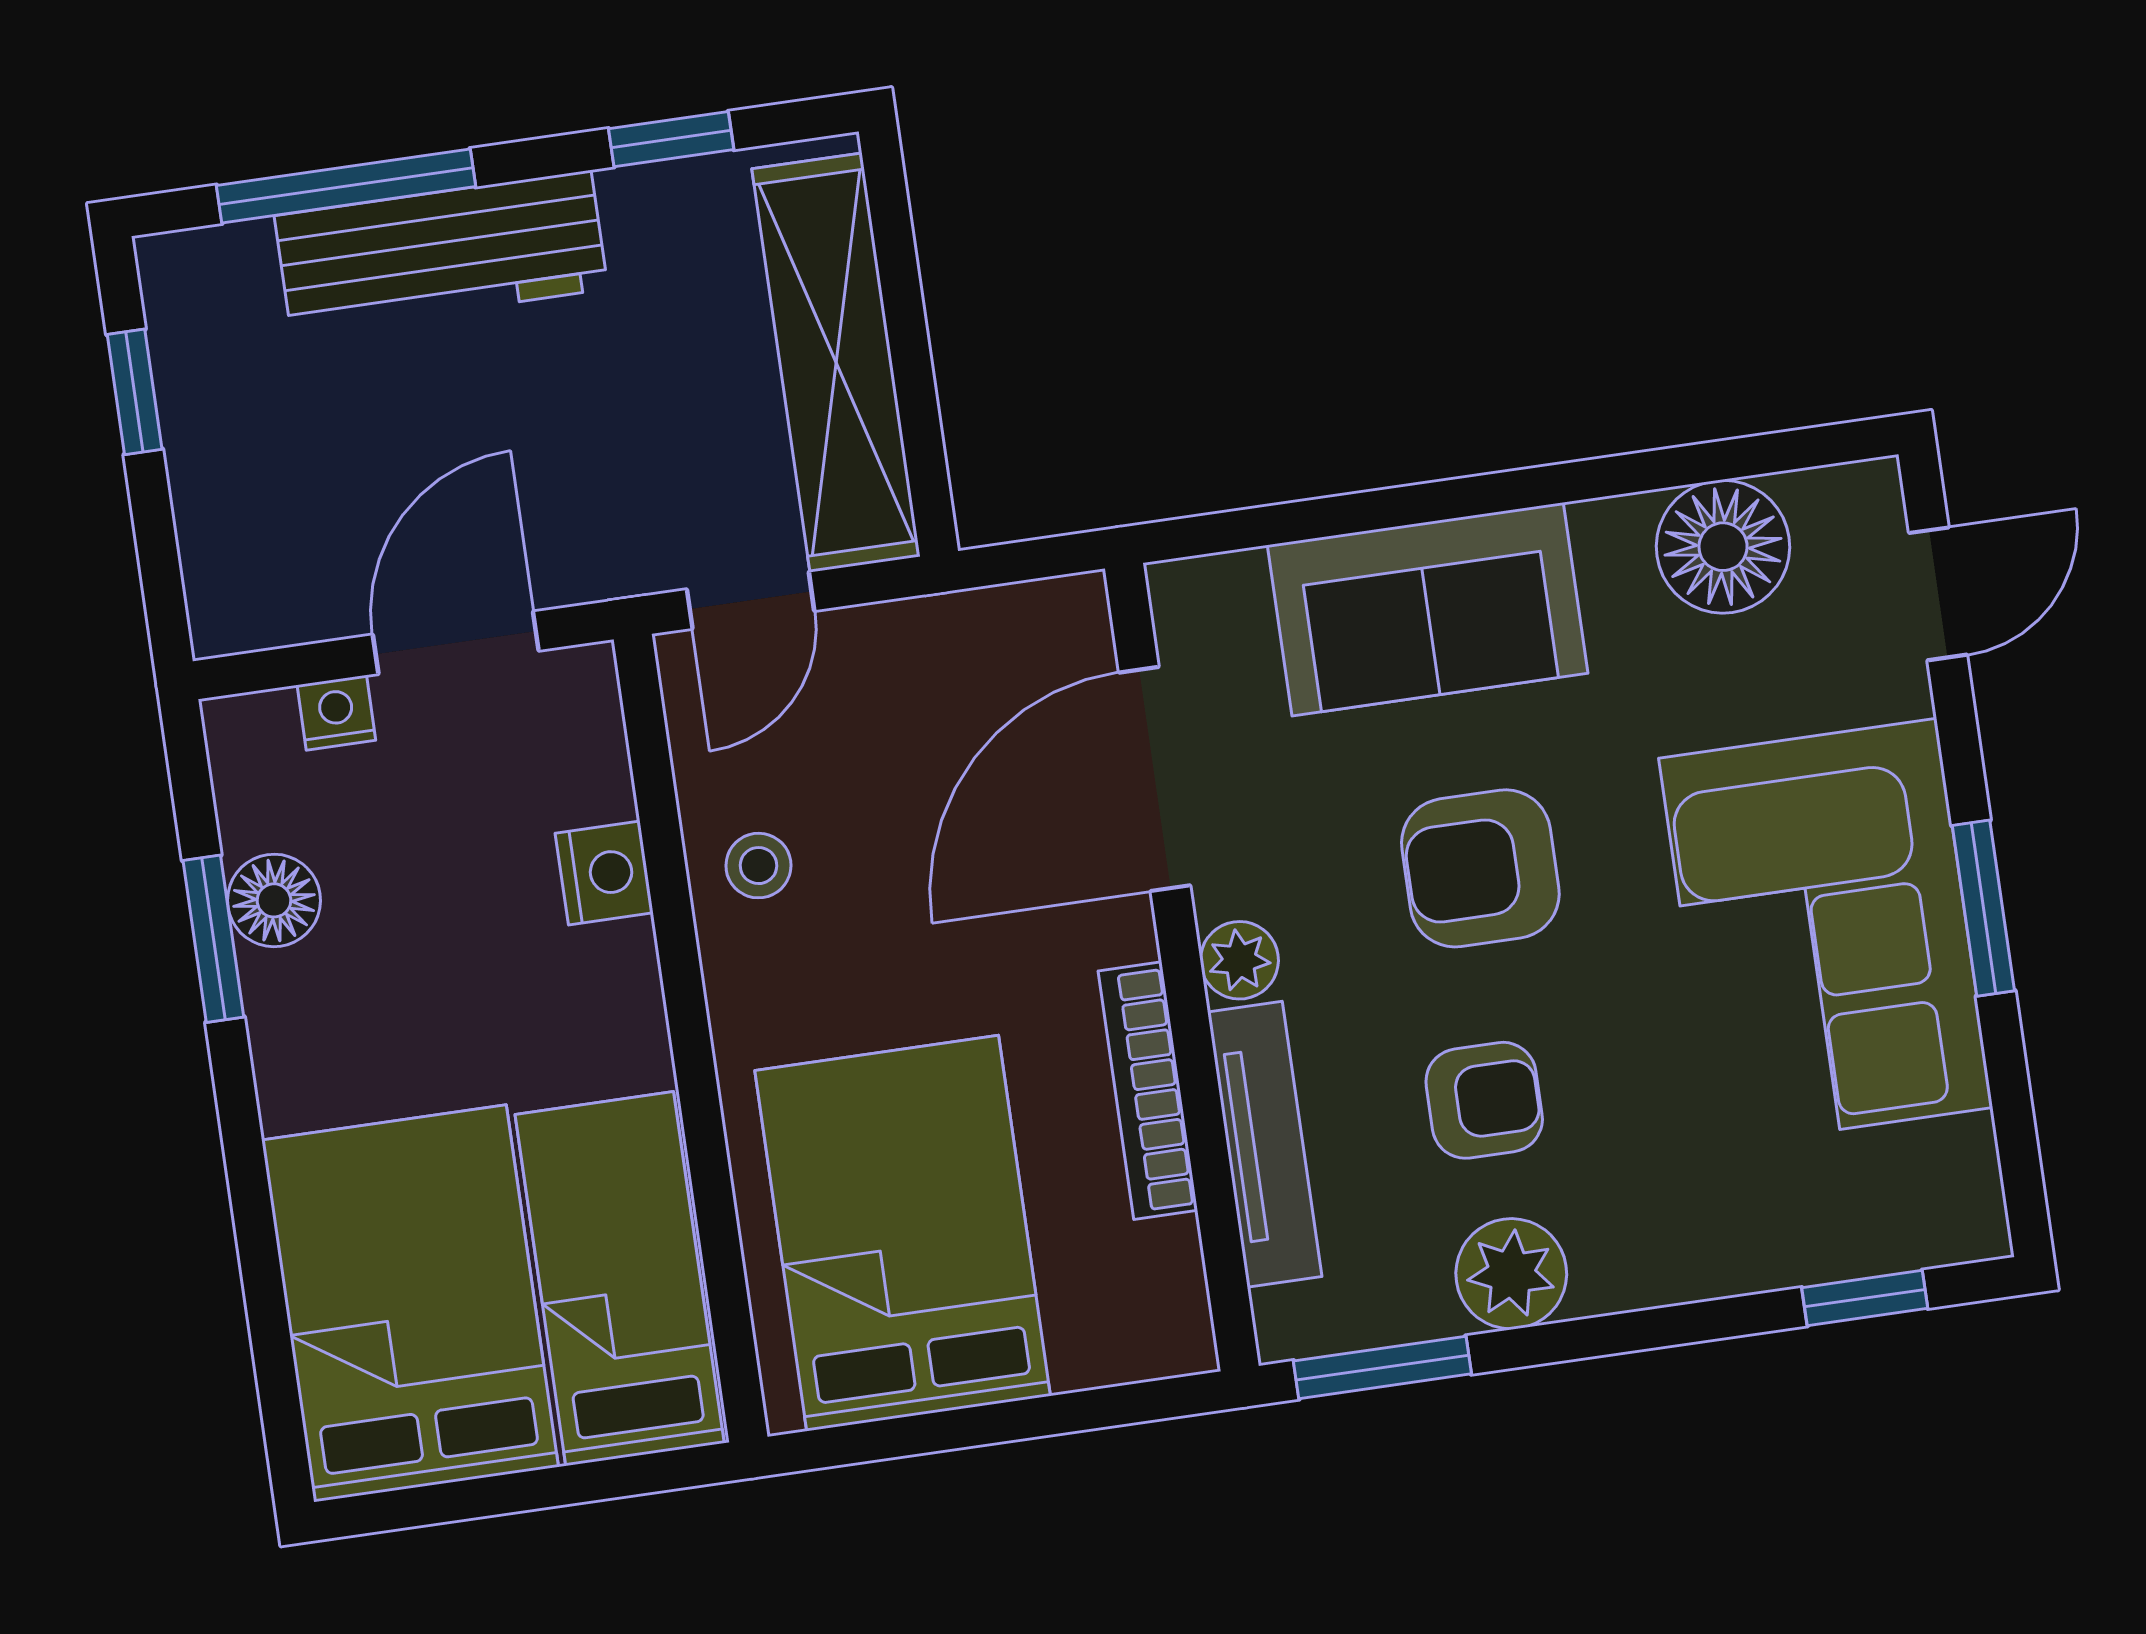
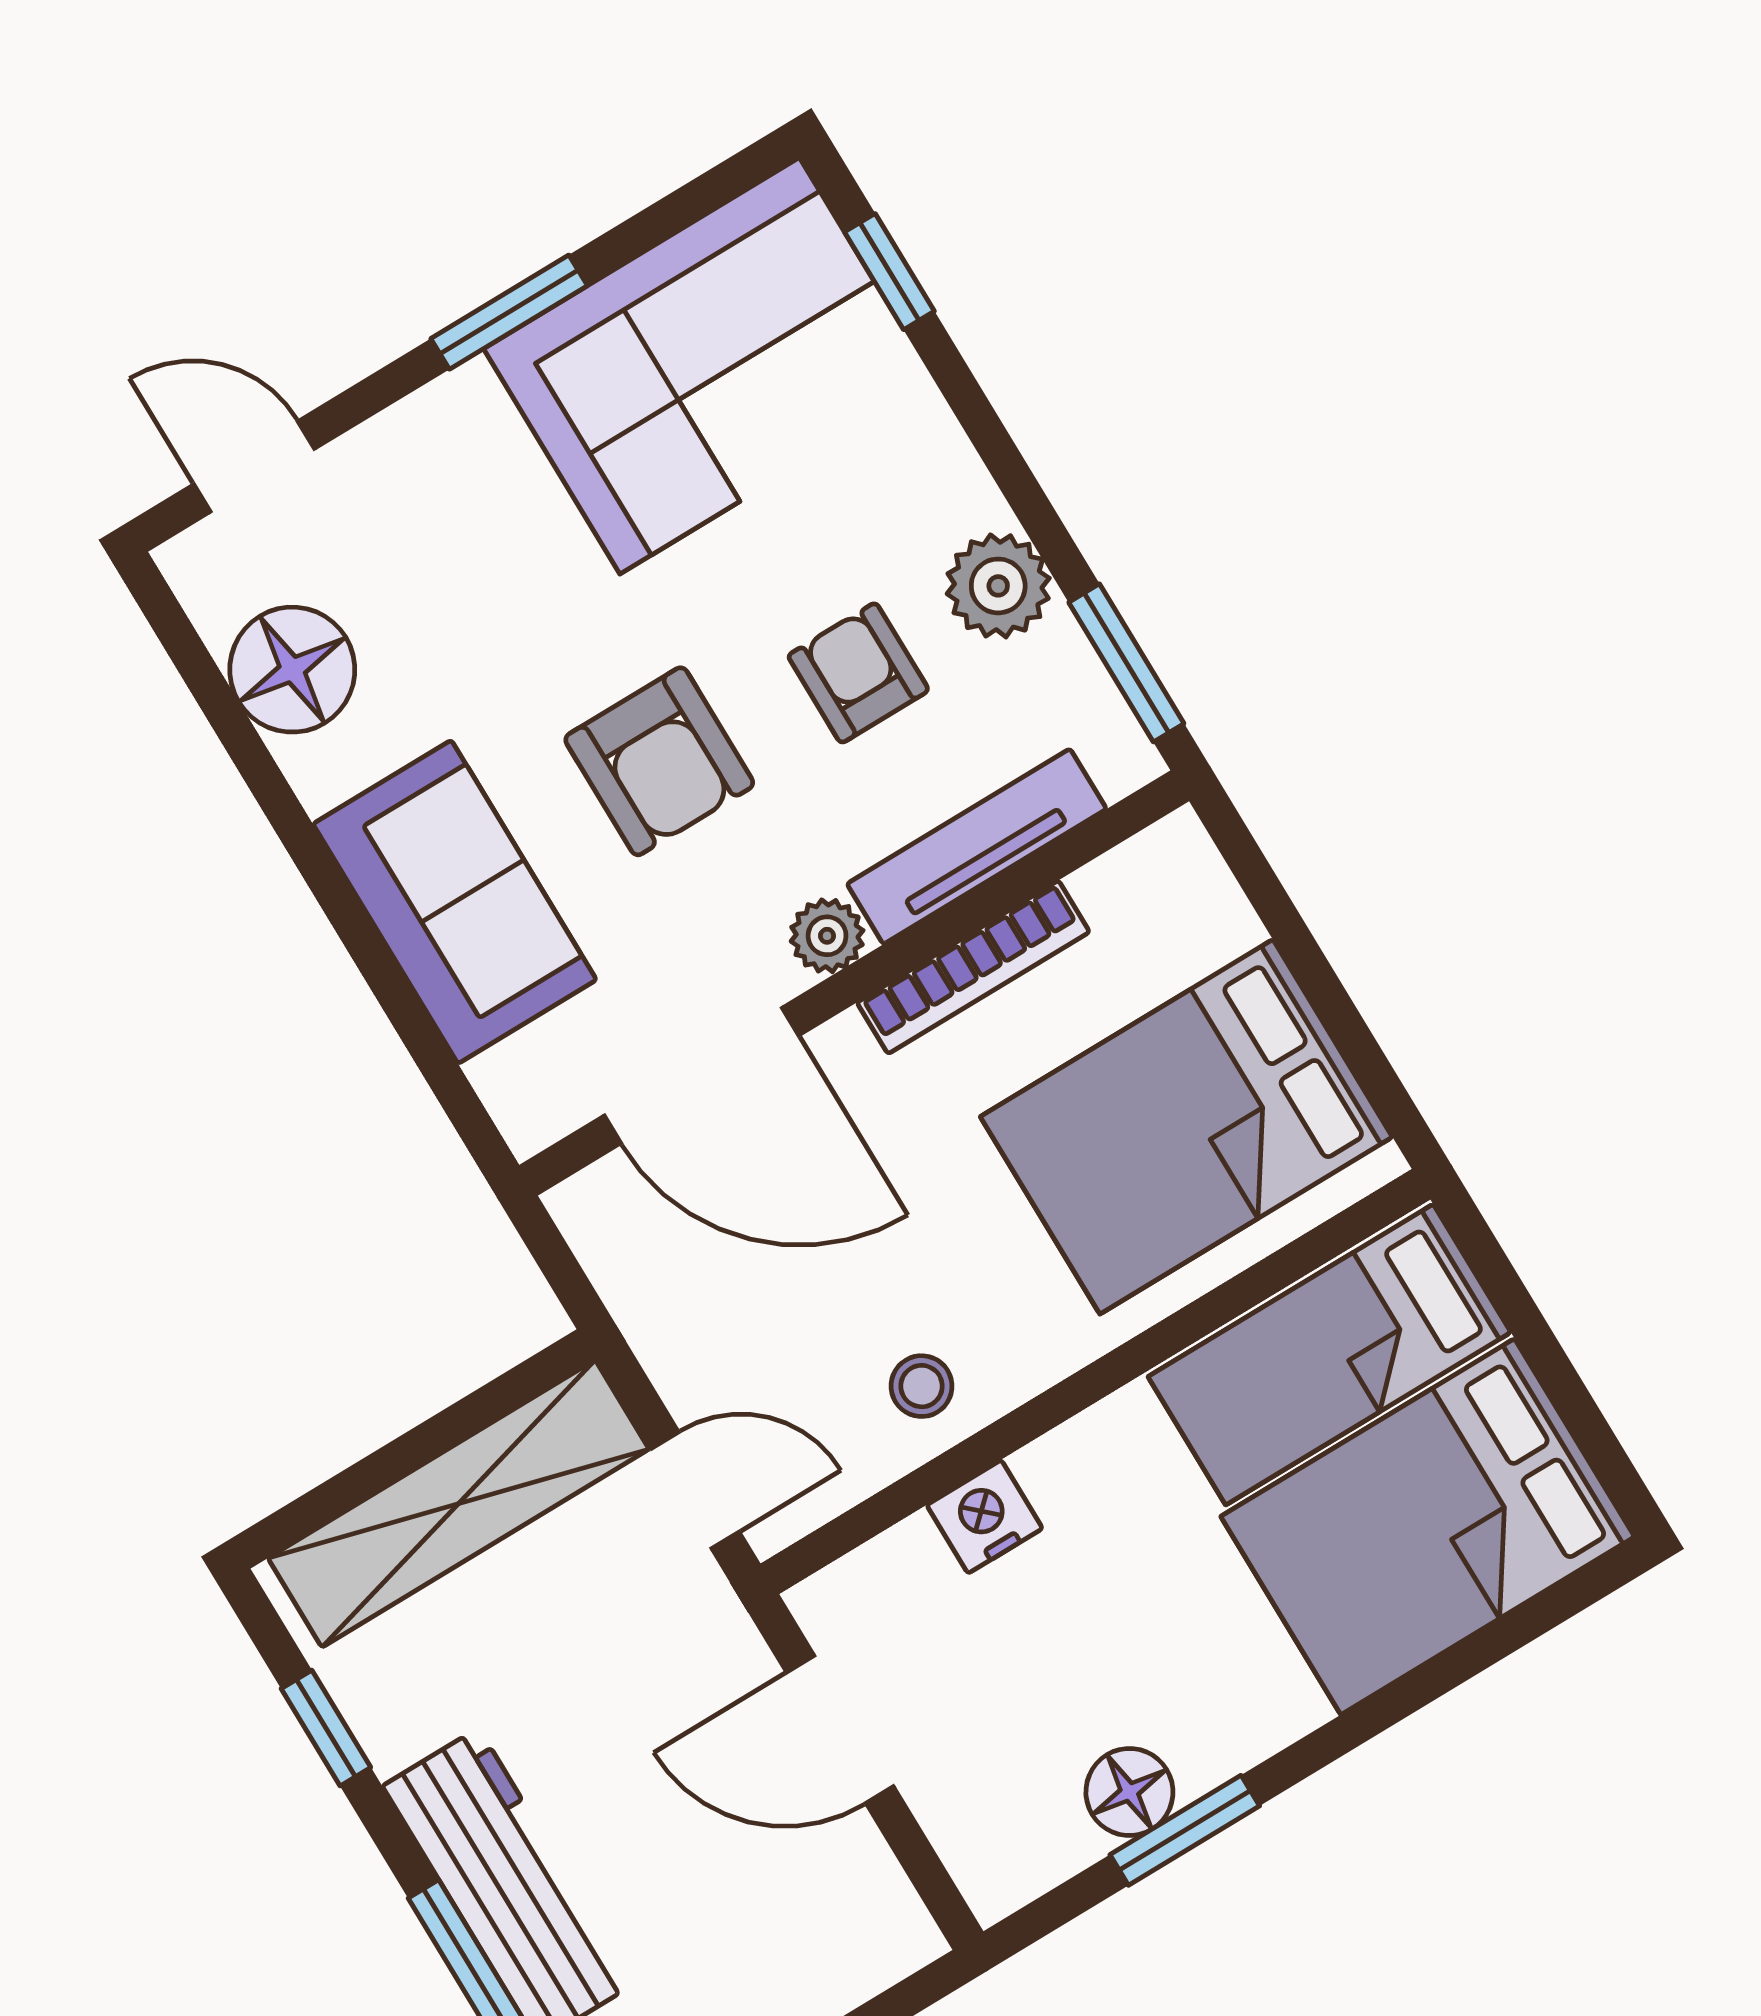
nightstand: (336, 713) -> (944, 1807), removed
corner sofa: (1826, 933) -> (710, 366), moved

